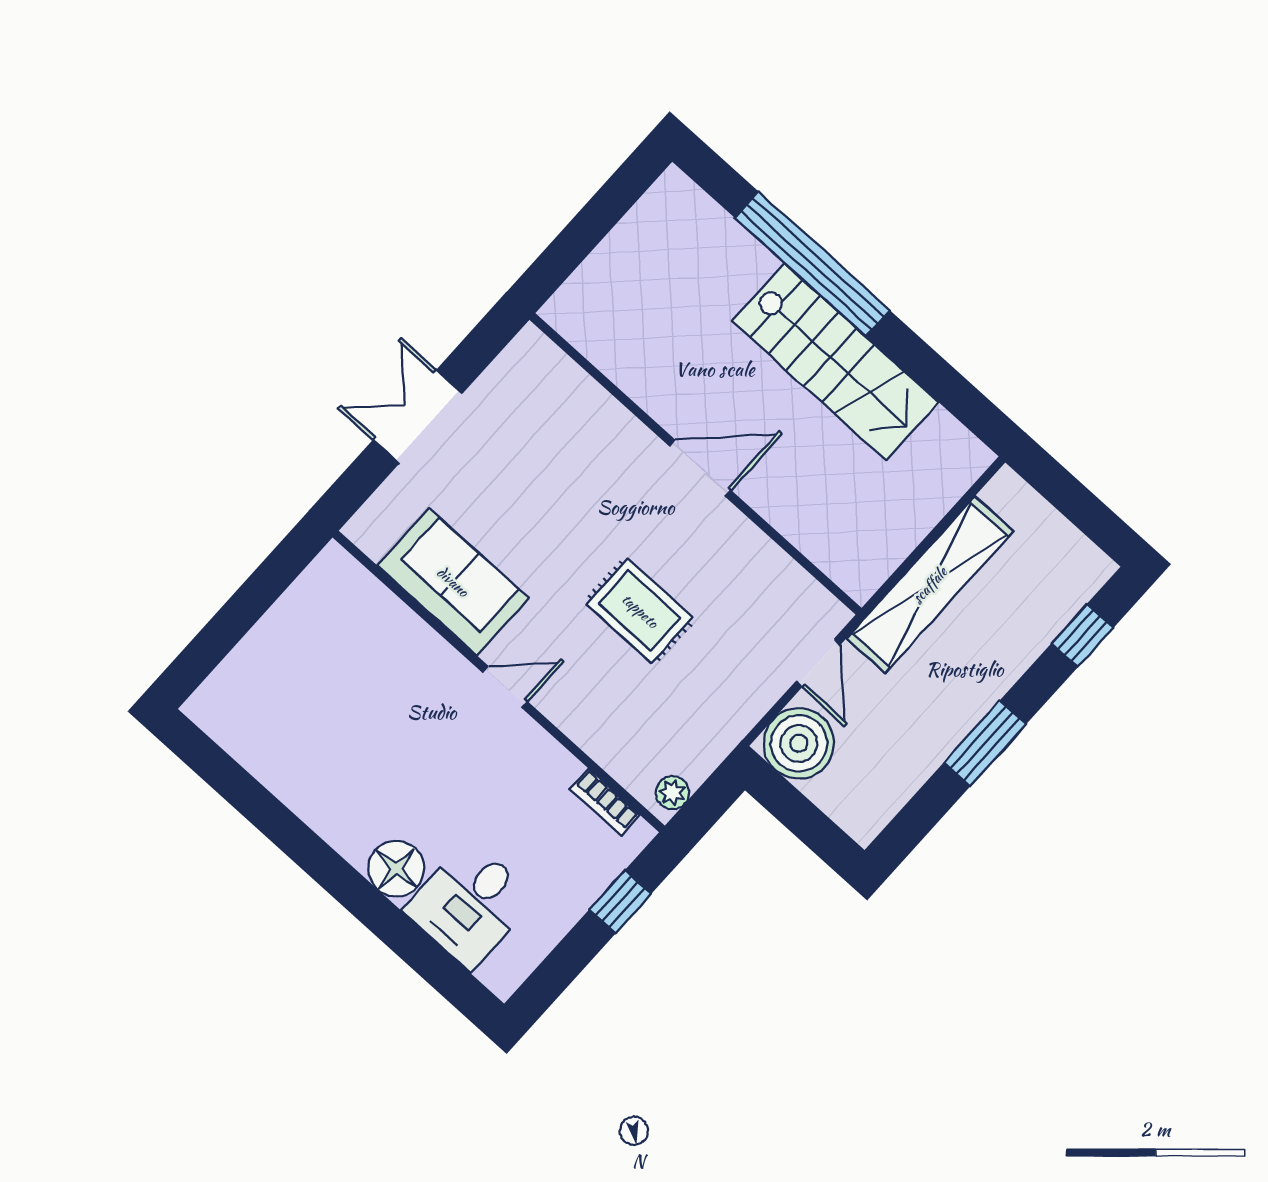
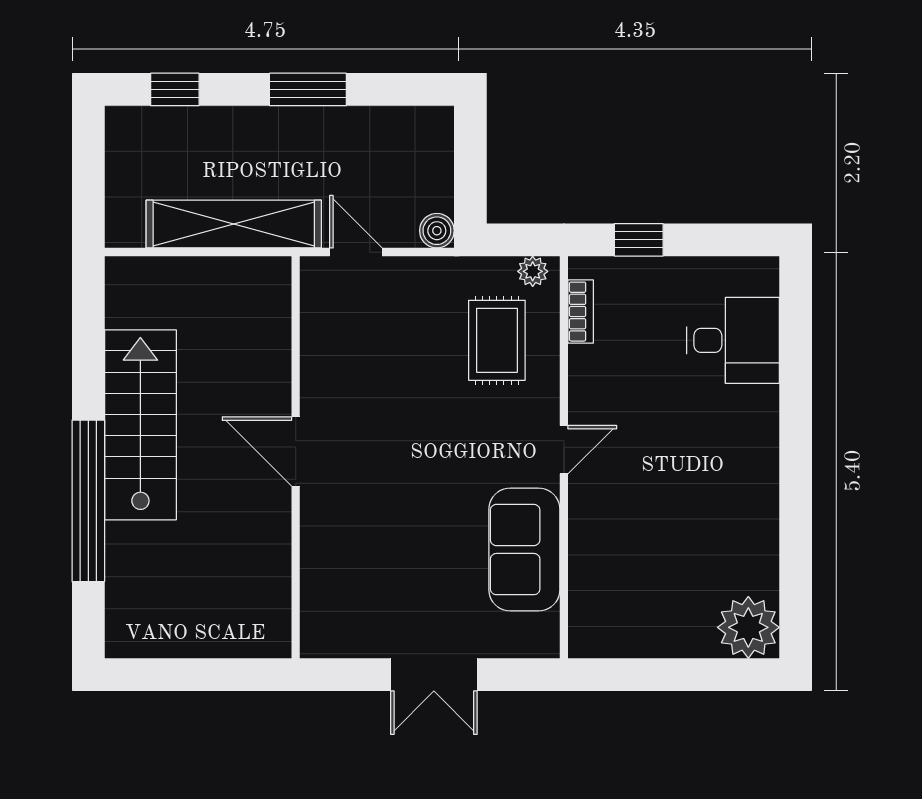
rug: (640, 611) -> (497, 340), moved
door: (818, 663) -> (356, 252), hinge flipped
door: (505, 687) -> (564, 450), swing flipped
plant: (226, 706) -> (748, 627), added
boiler: (799, 743) -> (437, 231), width x0.54, depth x0.54
floor lamp: (396, 869) -> (754, 412), removed

